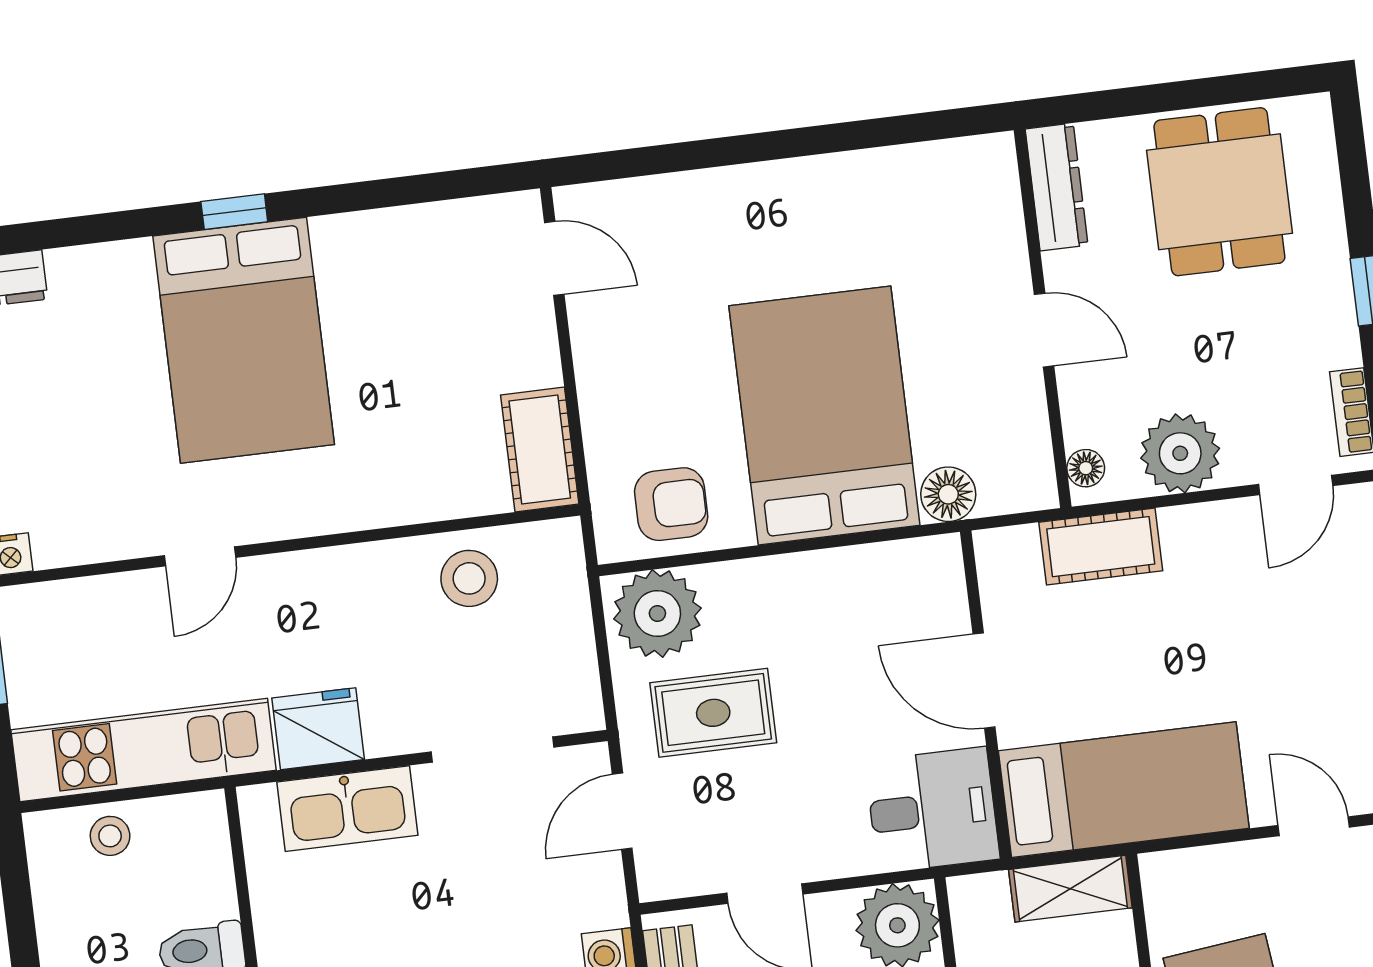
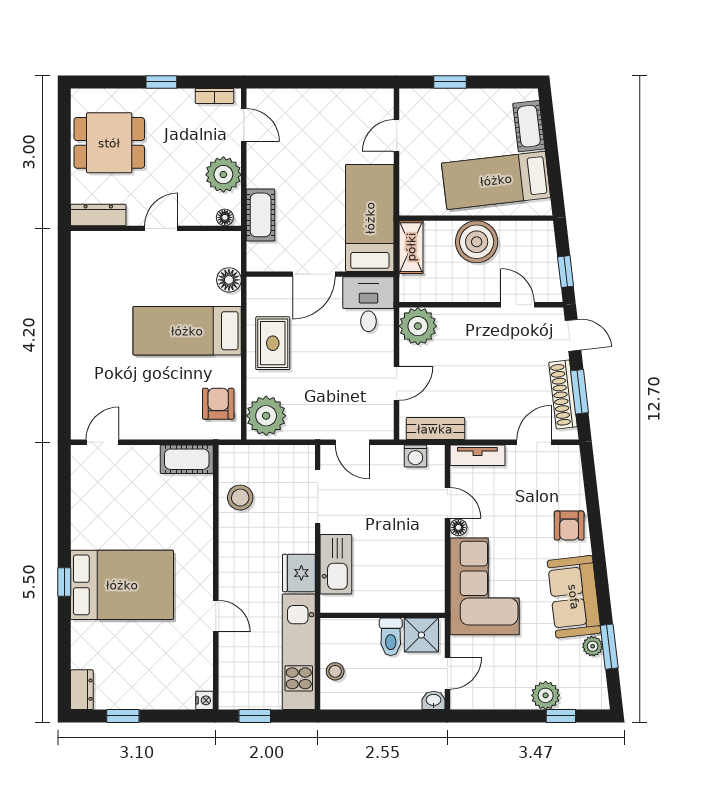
bed: (824, 415) -> (187, 331), width x0.67
rug: (713, 713) -> (273, 343), moved

